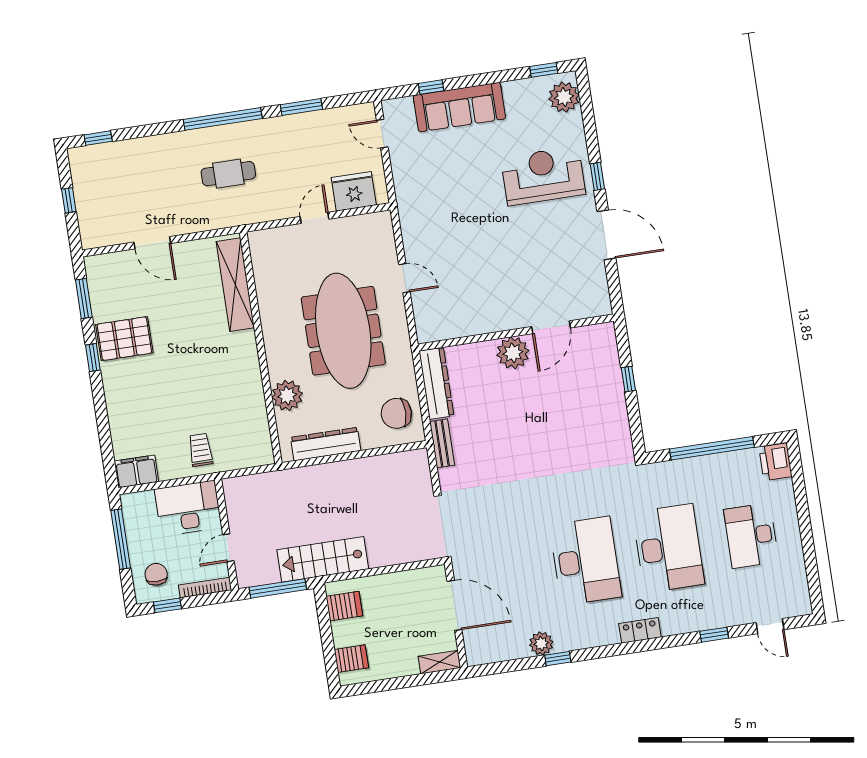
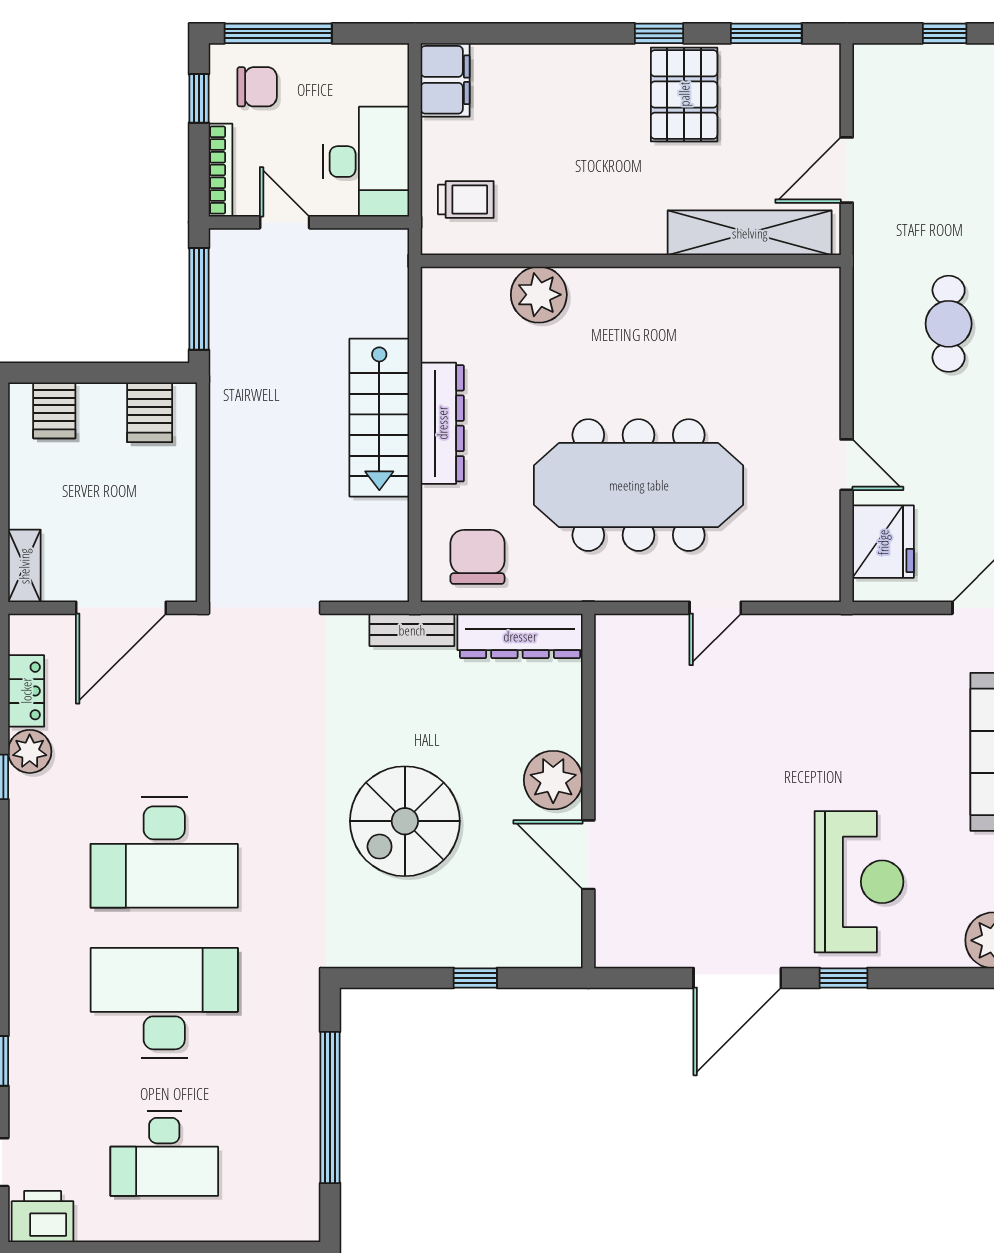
shelving: (235, 285) -> (750, 233), moved
wall: (261, 348) -> (631, 261), moved
plant: (287, 396) -> (539, 295), moved
spiral stairs: (548, 431) -> (405, 821), added
printer: (775, 462) -> (43, 1216), moved
desk: (751, 536) -> (164, 1153), turned 180
window: (121, 539) -> (278, 33), moved
desk: (668, 548) -> (164, 1003), turned 180
stairs: (323, 559) -> (379, 418), moved, turned 180
locker: (640, 630) -> (26, 691), moved

